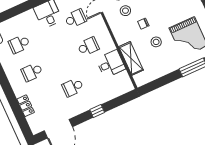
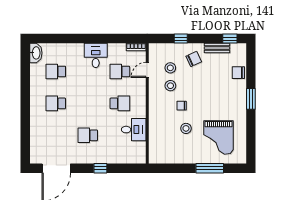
school desk: (75, 18) -> (120, 72), turned 180
shelving: (131, 58) -> (155, 133), removed
locker: (26, 106) -> (35, 132), removed

